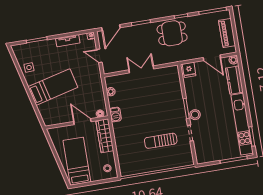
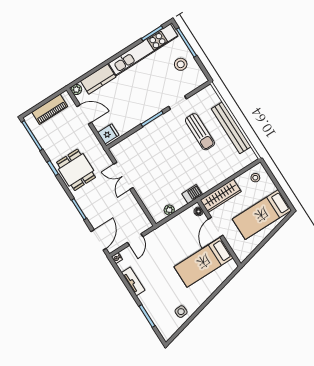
door: (111, 28) -> (99, 240), hinge flipped
door: (212, 58) -> (84, 114), hinge flipped
double door: (141, 69) -> (123, 176), moved
bed: (53, 87) -> (204, 262), moved, turned -76
stool: (195, 115) -> (181, 64), moved
bench: (154, 166) -> (231, 128), added

